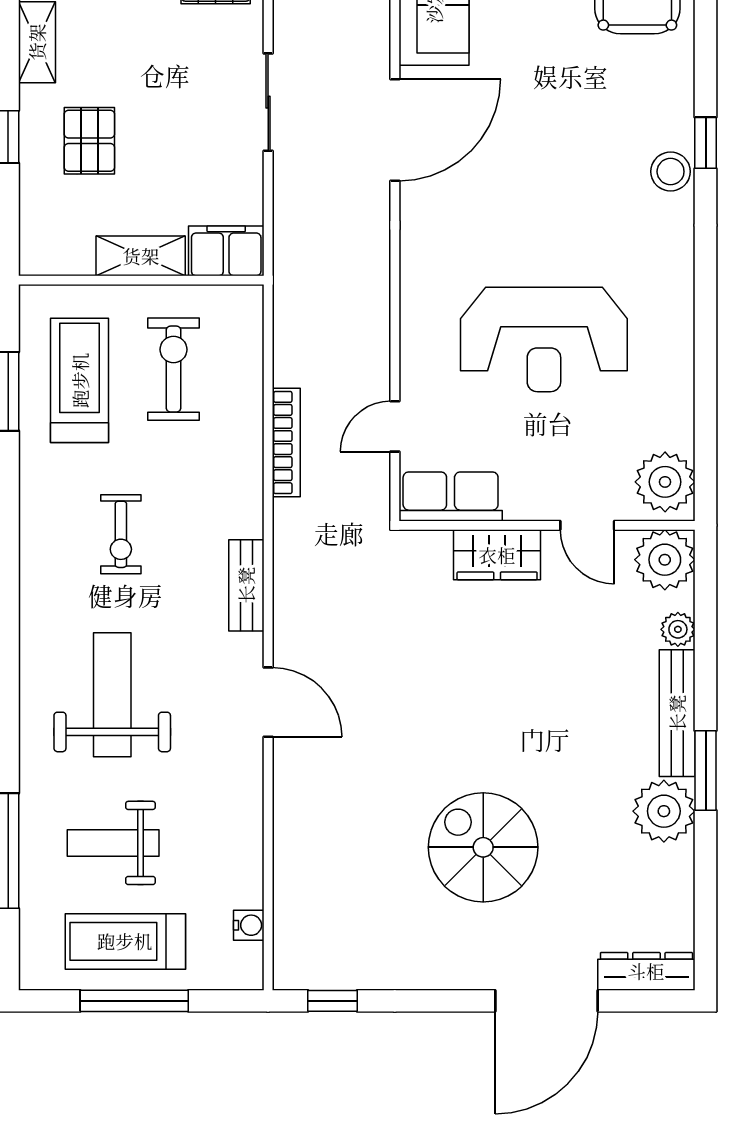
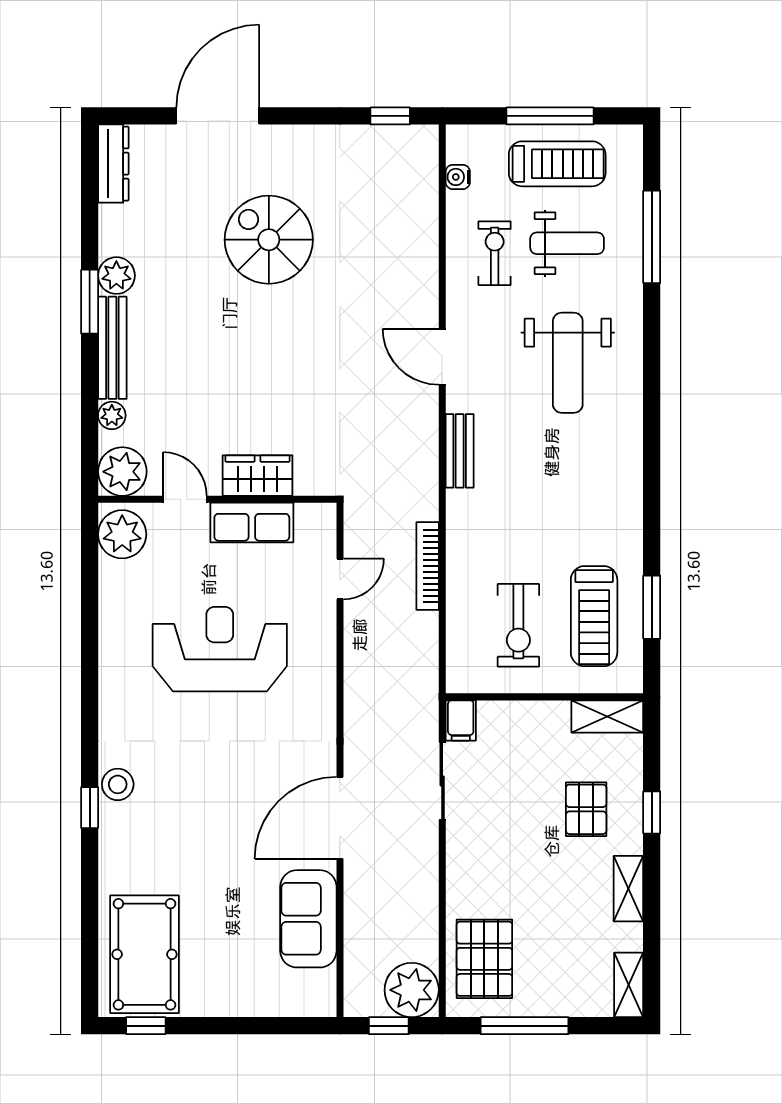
sliding door: (268, 102) -> (442, 781), moved
filing cabinet: (226, 251) -> (461, 720), width x0.50
shelving: (141, 256) -> (607, 716), moved
row of seats: (451, 496) -> (252, 523), moved
exercise bike: (121, 534) -> (495, 253), moved
plant: (664, 811) -> (116, 276), width x0.73, depth x0.73
spiral stairs: (483, 847) -> (269, 240), turned 180
dresser: (646, 971) -> (113, 164), moved, turned -90

